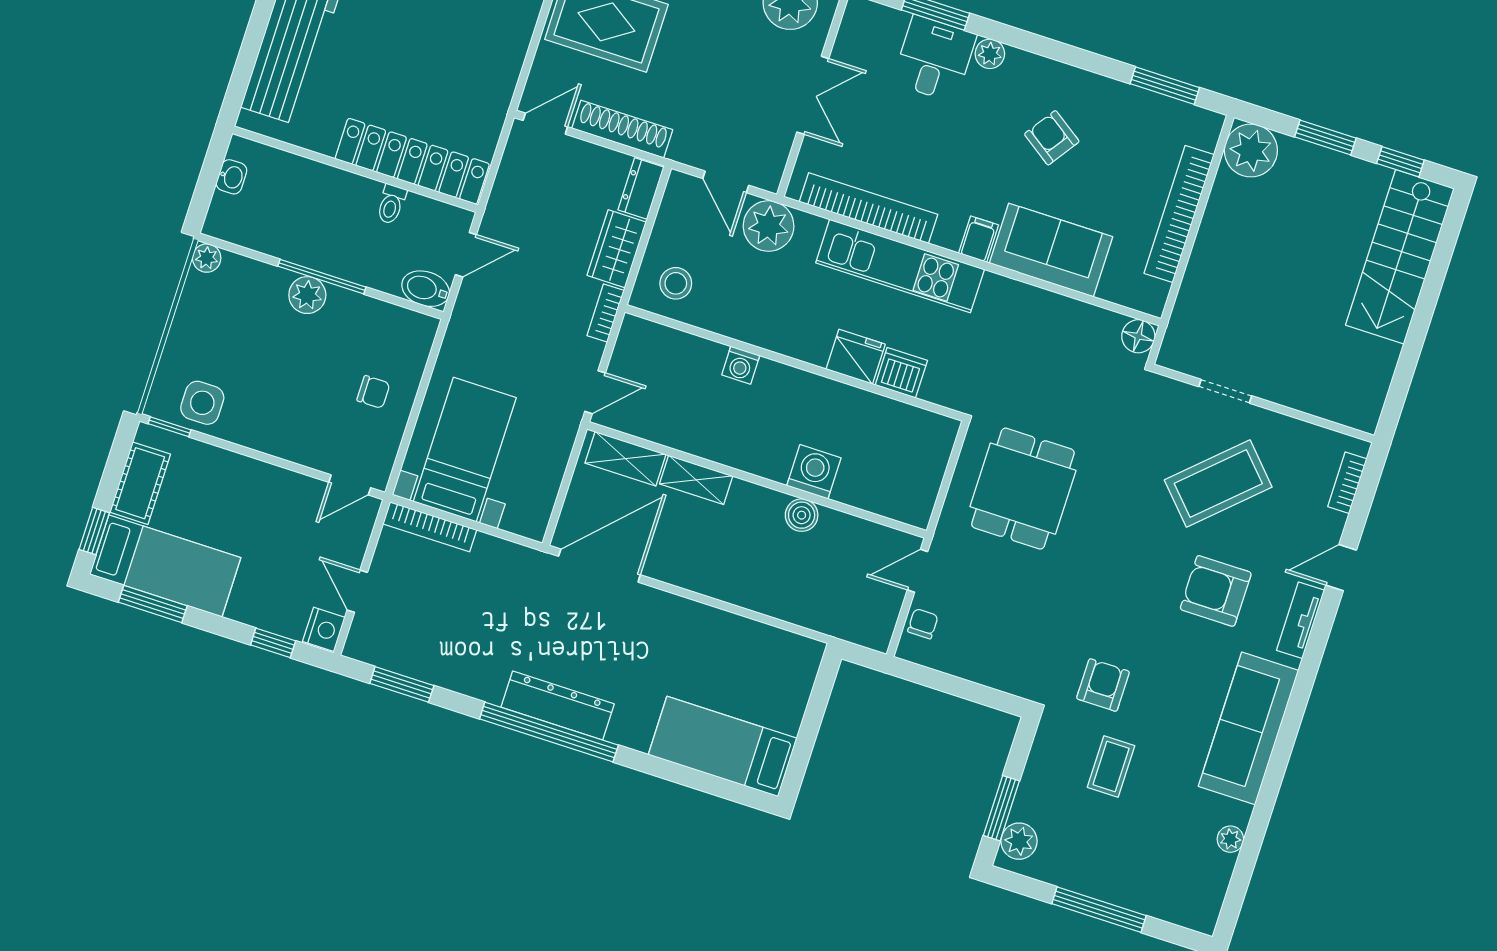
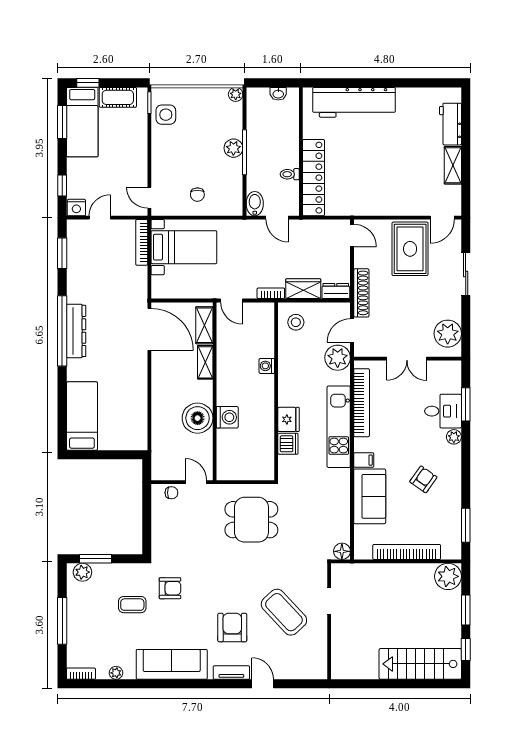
shoe rack: (622, 129) -> (361, 293), moved
bookcase: (1347, 483) -> (81, 674), moved
boiler: (802, 515) -> (198, 418), width x1.86, depth x1.86

